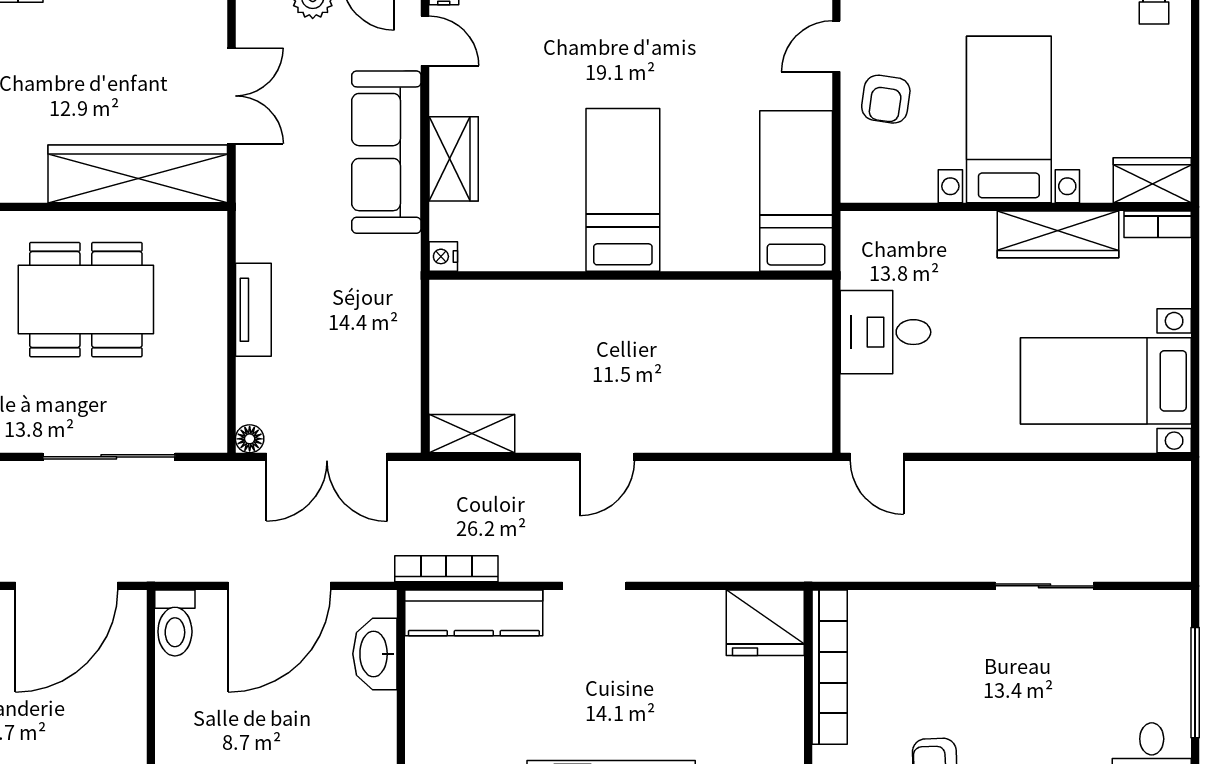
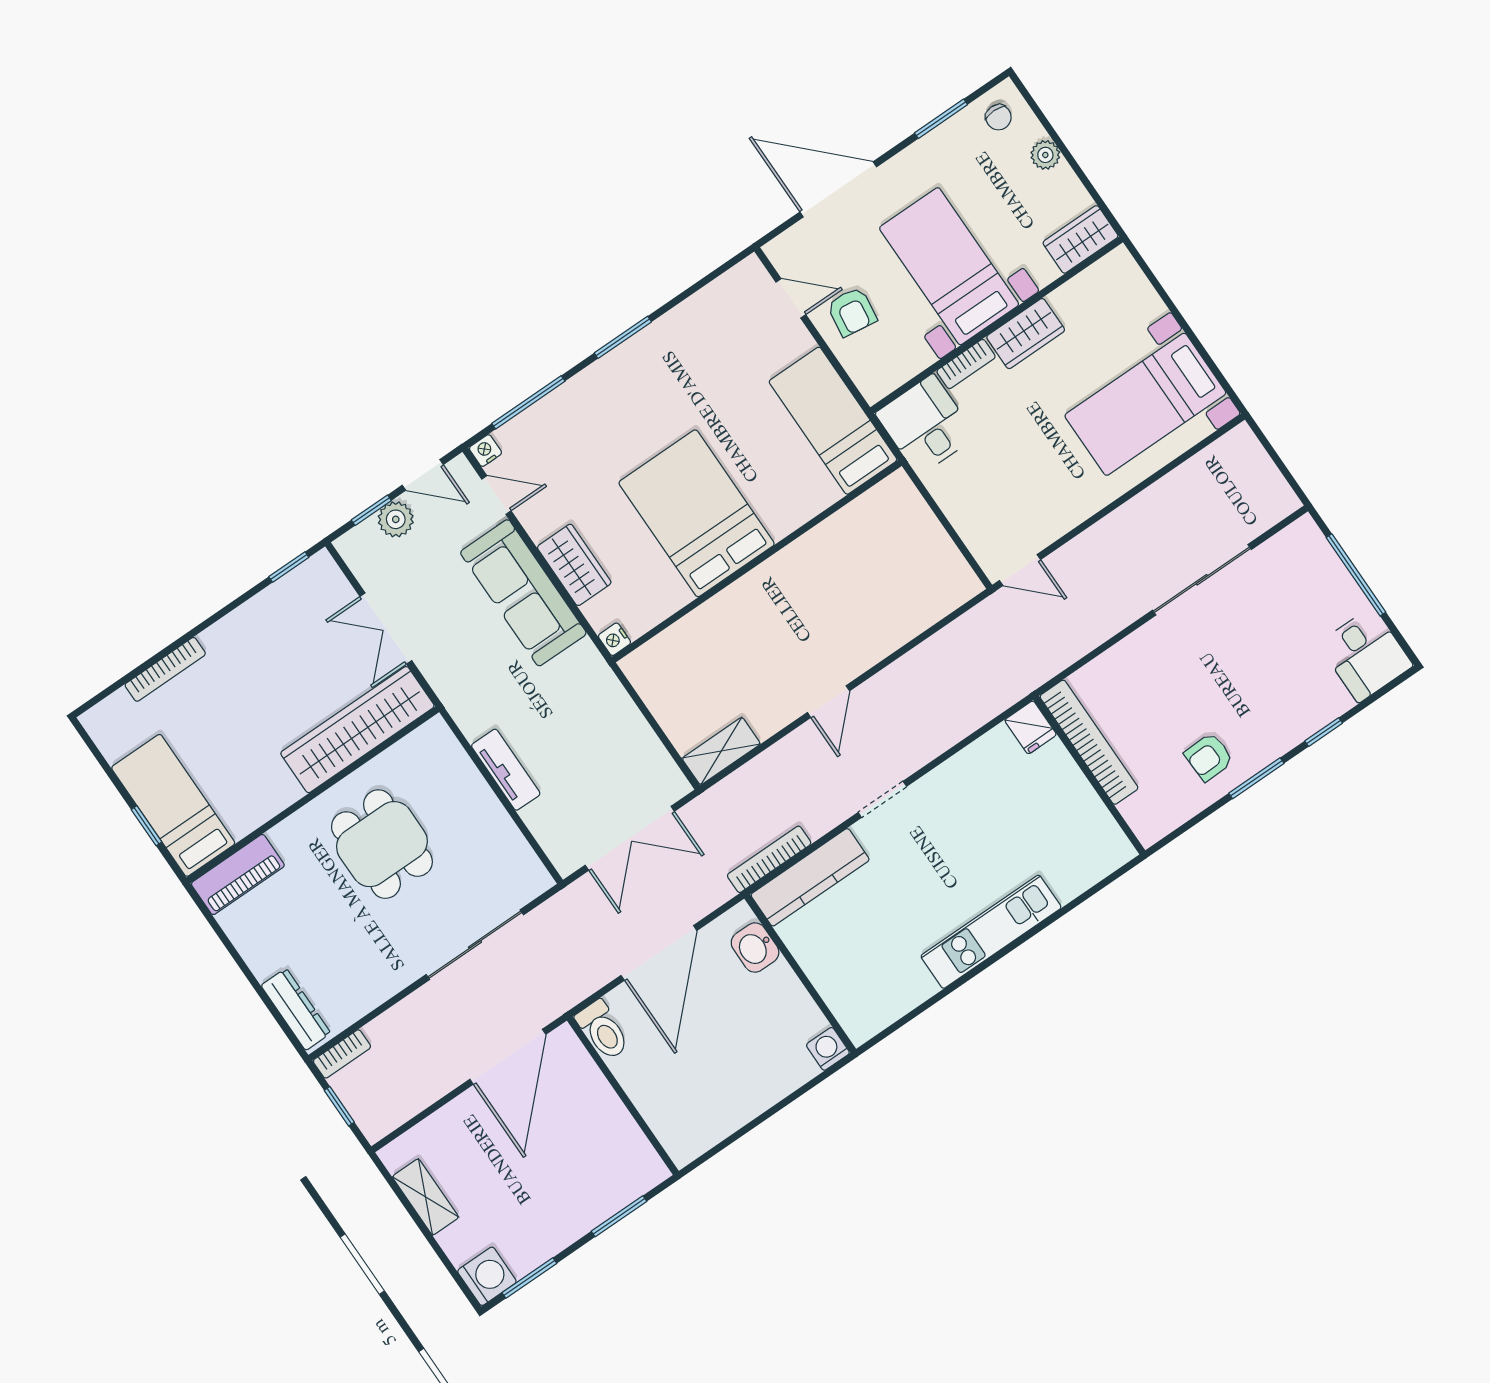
door: (836, 46) -> (791, 298), swing flipped
plant: (1174, 76) -> (1045, 155), added
double door: (231, 96) -> (386, 628), swing flipped
bed: (623, 190) -> (697, 513), width x1.50
bookcase: (1158, 224) -> (966, 364), moved
wardrobe: (1058, 234) -> (1026, 334), width x0.67
dining table: (86, 300) -> (382, 844), width x0.73
desk: (885, 332) -> (926, 425), moved, turned 90
floor lamp: (250, 439) -> (566, 863), removed
sliding door: (1045, 586) -> (1202, 580), width x1.37
fridge: (765, 623) -> (1031, 727), width x0.53, depth x0.75
washbasin: (375, 654) -> (755, 948), width x0.72

